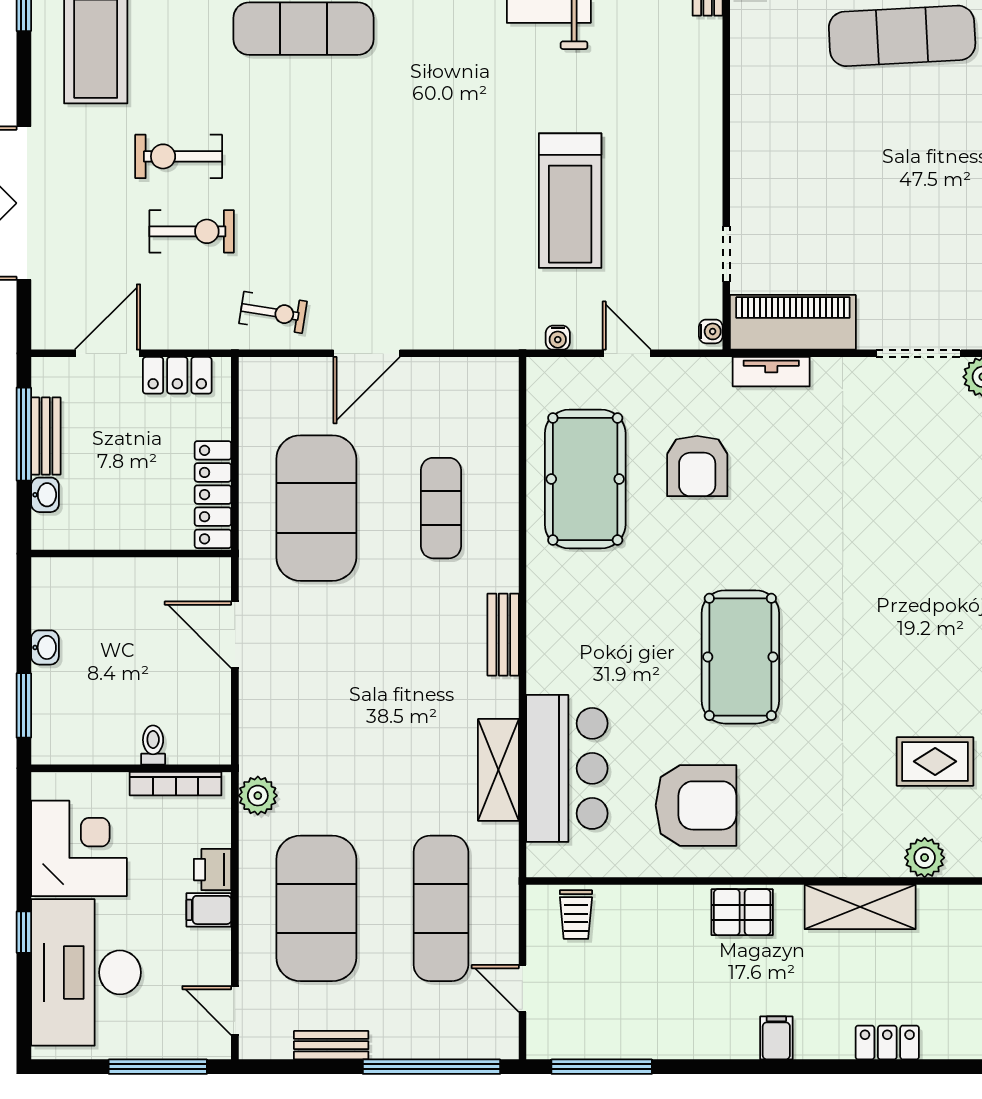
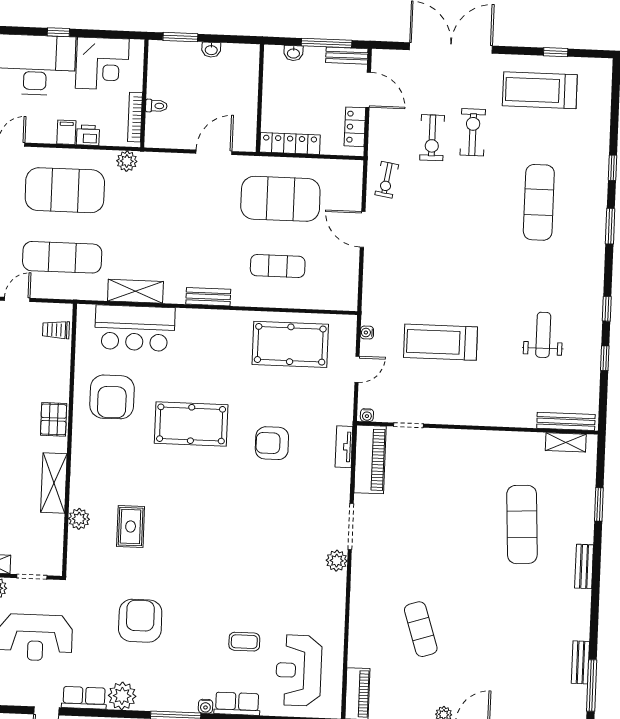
bench: (46, 436) -> (347, 56), moved
armchair: (697, 466) -> (272, 443), moved

